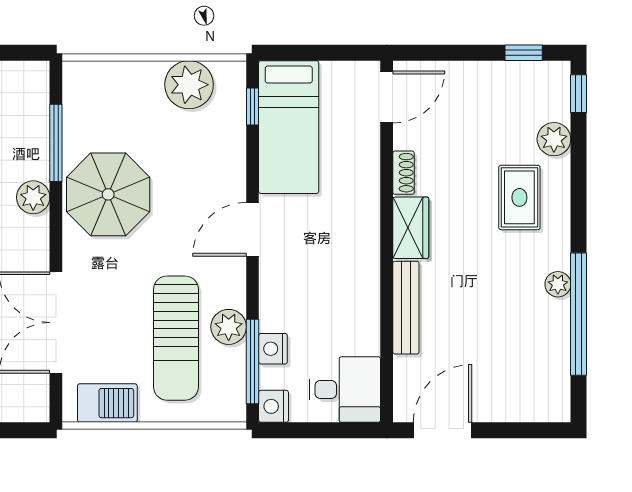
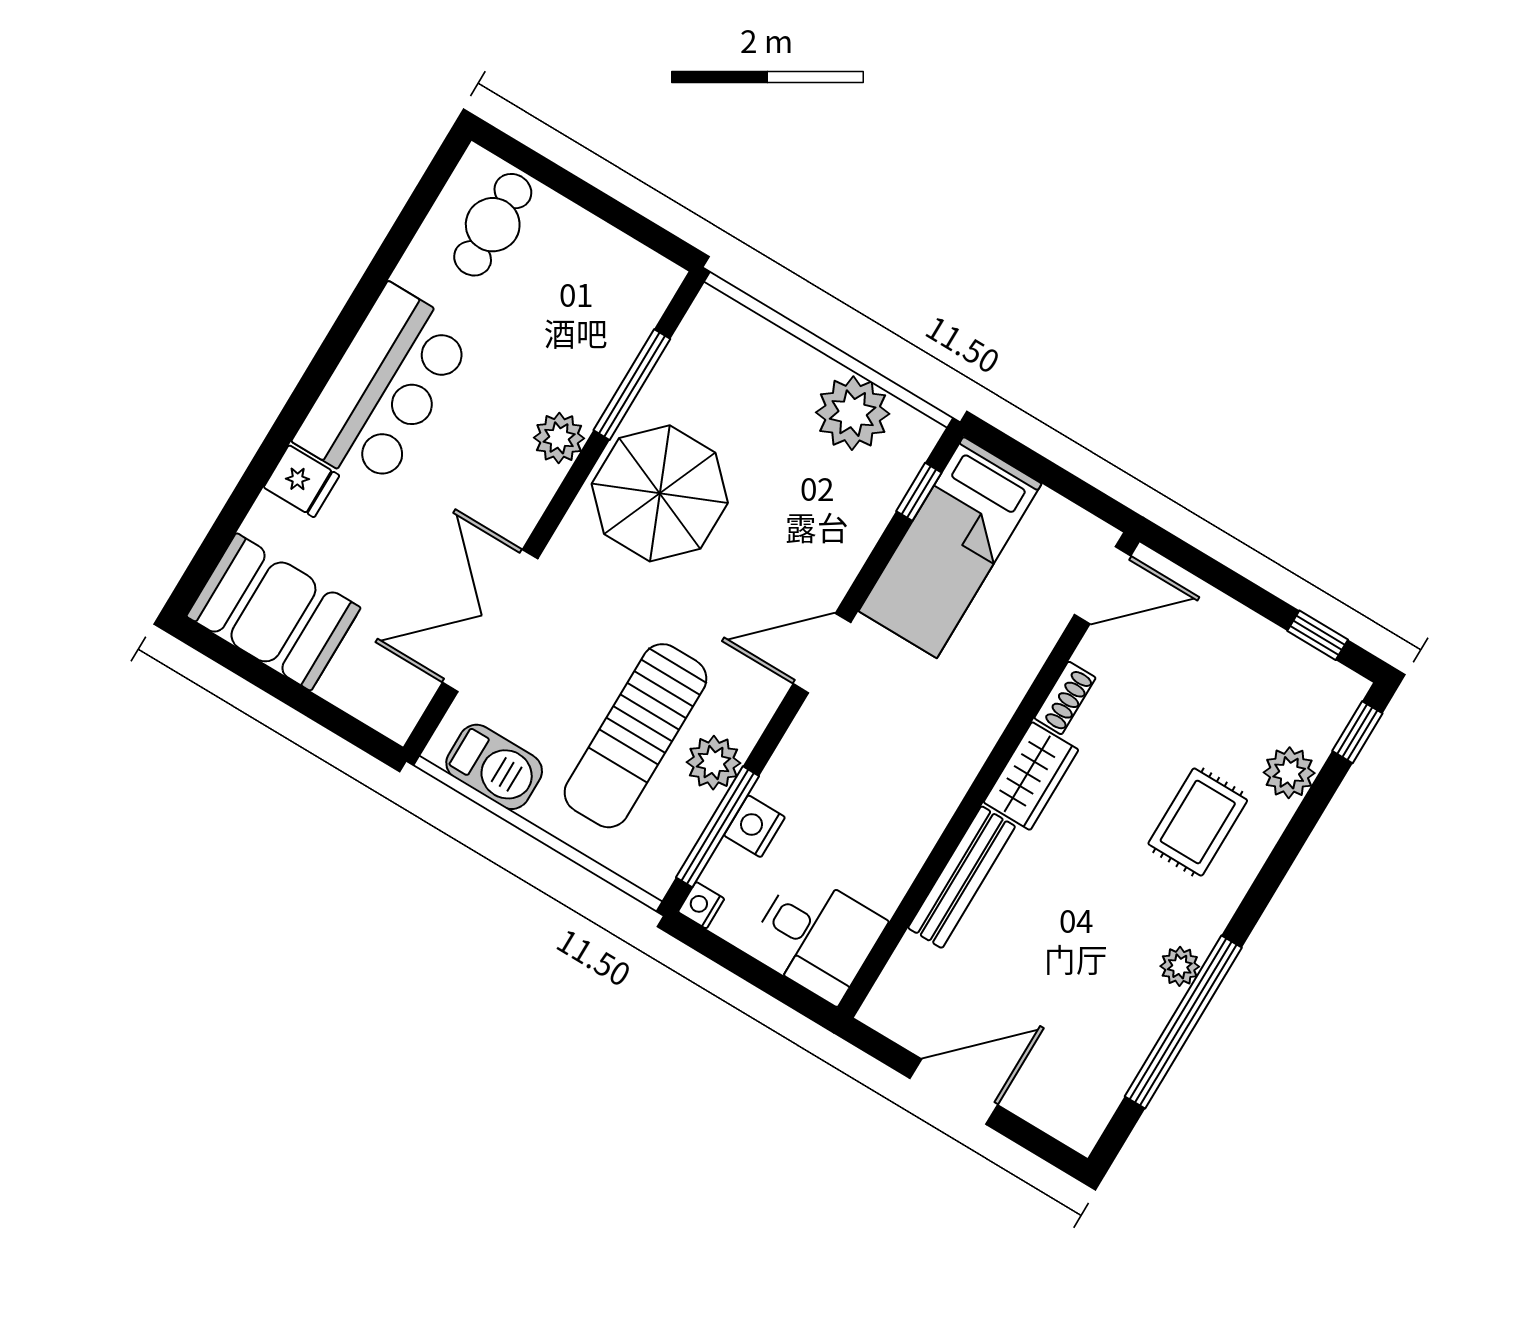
nightstand: (274, 406) -> (701, 905), width x0.72, depth x0.74
door: (442, 430) -> (954, 1092), moved

